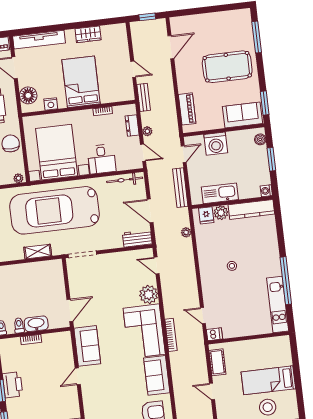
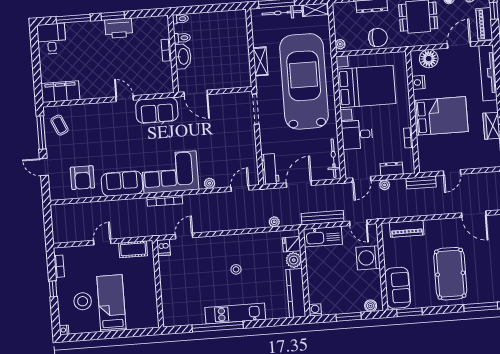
kitchen sink: (220, 193) -> (323, 237), moved, turned 90
plant: (149, 294) -> (210, 183), width x0.53, depth x0.53
kitchen unit: (278, 305) -> (235, 313), moved

